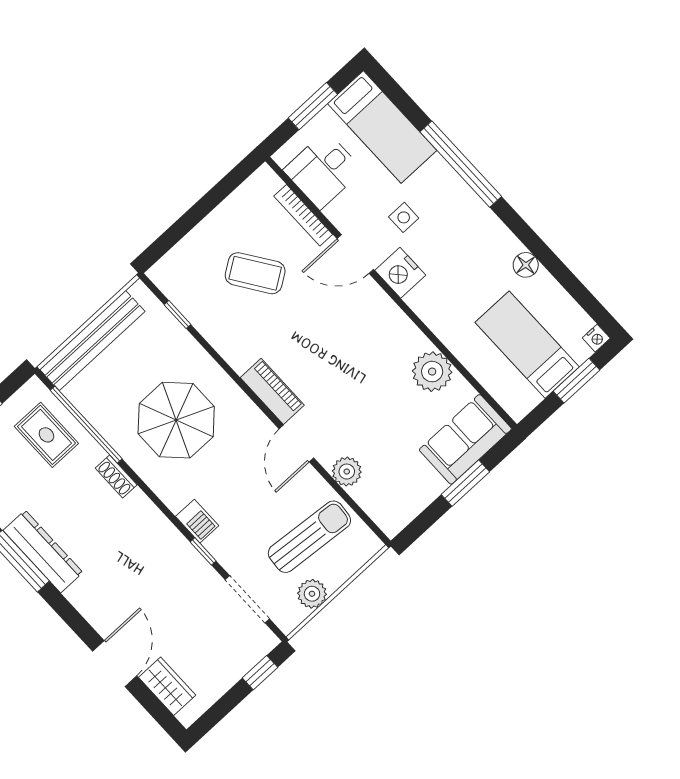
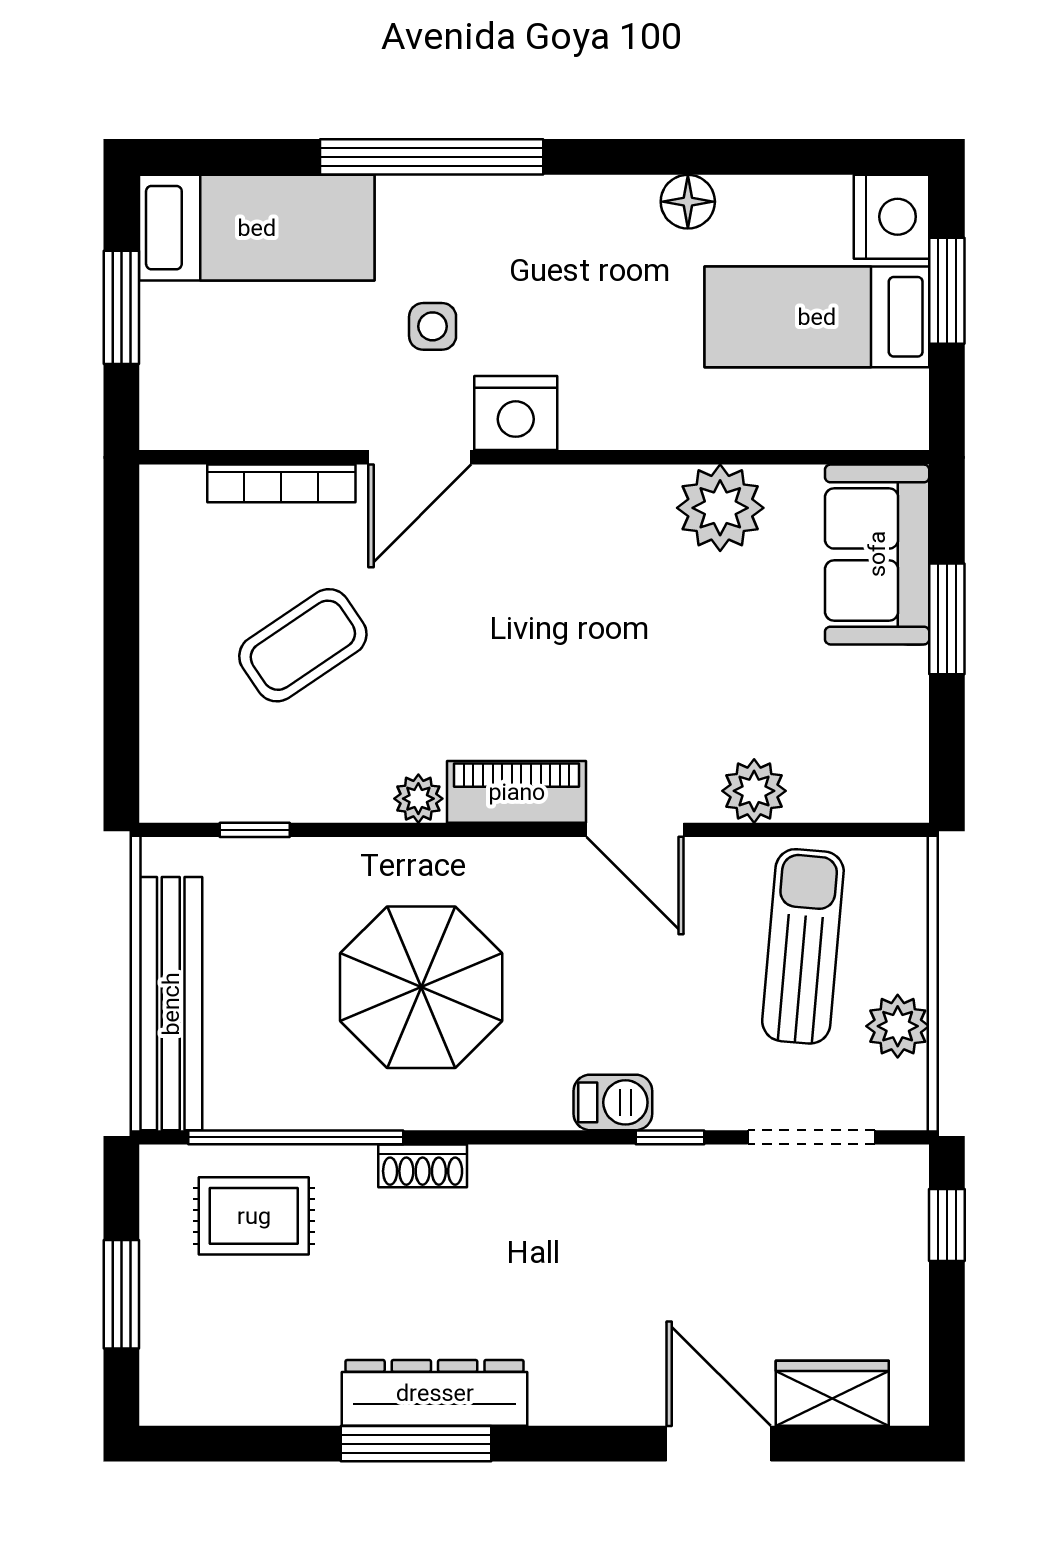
desk: (323, 170) -> (239, 385), removed
nightstand: (596, 338) -> (892, 217), width x1.89, depth x1.79
plant: (239, 360) -> (418, 799), added

